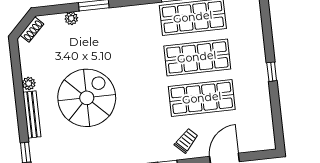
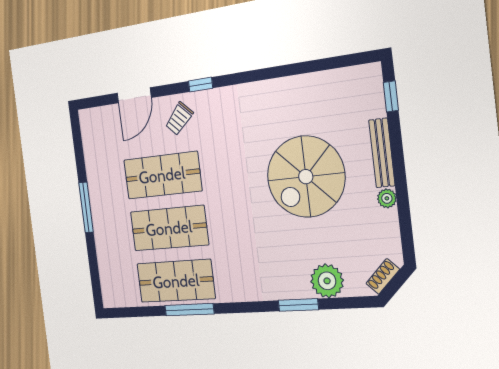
plant: (71, 18) -> (327, 281), width x1.87, depth x1.87
window: (272, 72) -> (86, 207), width x2.17

